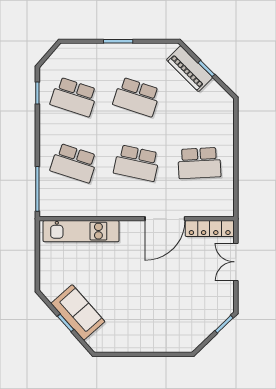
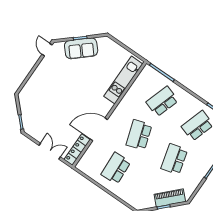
school desk: (137, 97) -> (174, 159), turned -33
school desk: (137, 163) -> (139, 135), turned -30
door: (165, 219) -> (99, 129), hinge flipped
door: (110, 354) -> (47, 50), added

